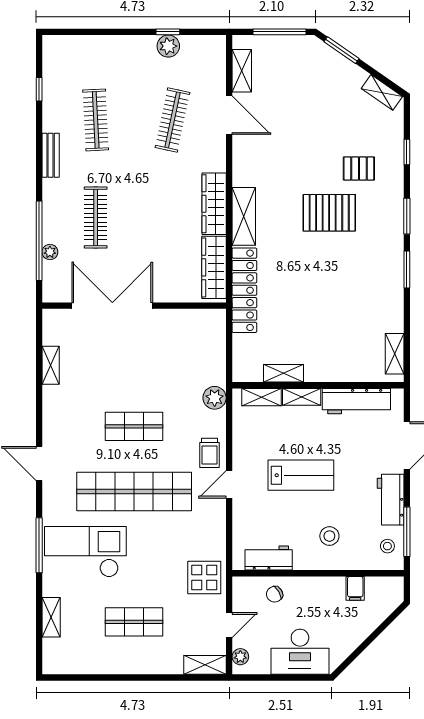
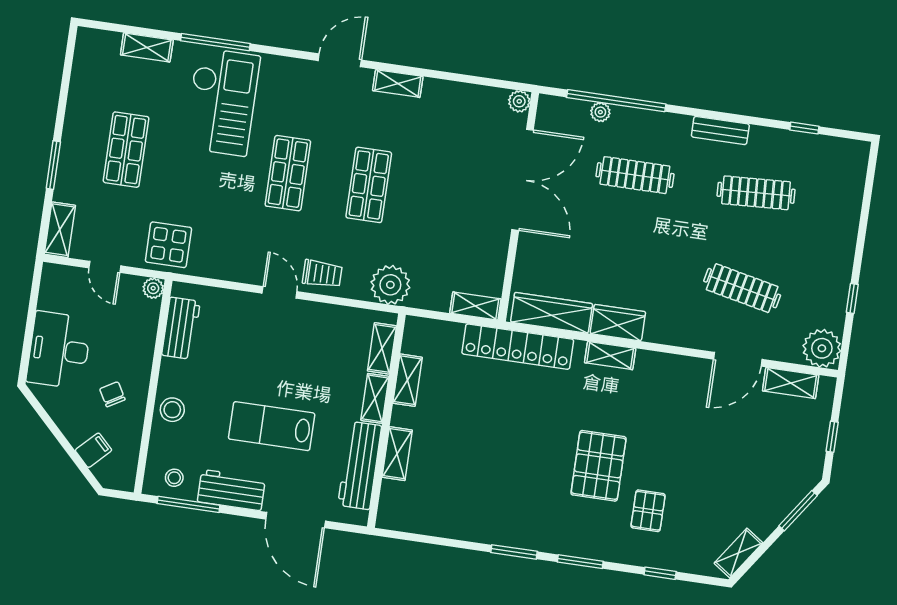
window: (279, 32) -> (832, 437), width x0.46
plant: (168, 46) -> (822, 348), moved, width x1.36, depth x1.36
wardrobe: (214, 204) -> (618, 323), width x0.67
shelving: (244, 216) -> (610, 356), width x0.67, depth x0.75
plant: (51, 317) -> (519, 101), added
shelving: (217, 328) -> (475, 306), added
shelving: (395, 354) -> (397, 454), moved, turned 90
shelving: (51, 365) -> (398, 83), moved
plant: (215, 398) -> (390, 285), width x1.36, depth x1.36
trolley: (210, 453) -> (322, 274), turned 180
lab bench: (301, 475) -> (272, 426), moved, turned 90
shop shelf: (134, 492) -> (288, 173), width x0.50, depth x0.74
stool: (329, 536) -> (172, 410), moved
window: (39, 545) -> (215, 42), moved
filing cabinet: (355, 588) -> (93, 450), moved, turned 135
chair: (275, 594) -> (112, 394), moved
plant: (240, 657) -> (153, 288), moved
window: (155, 677) -> (53, 165), added

